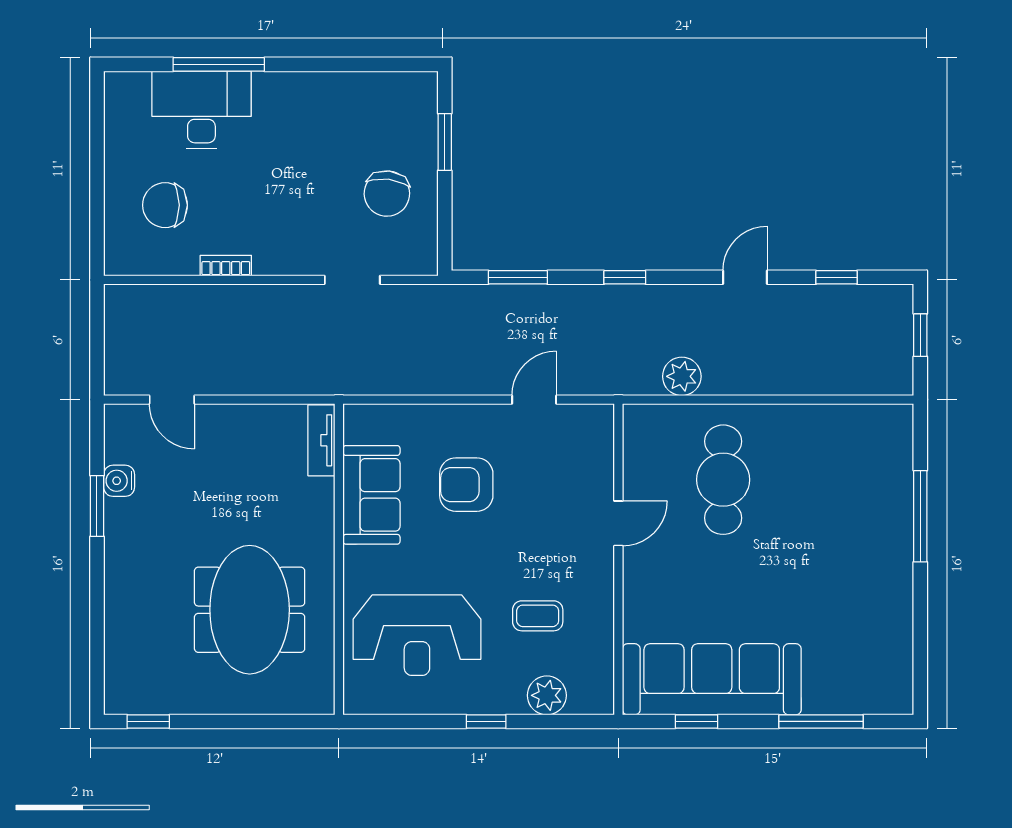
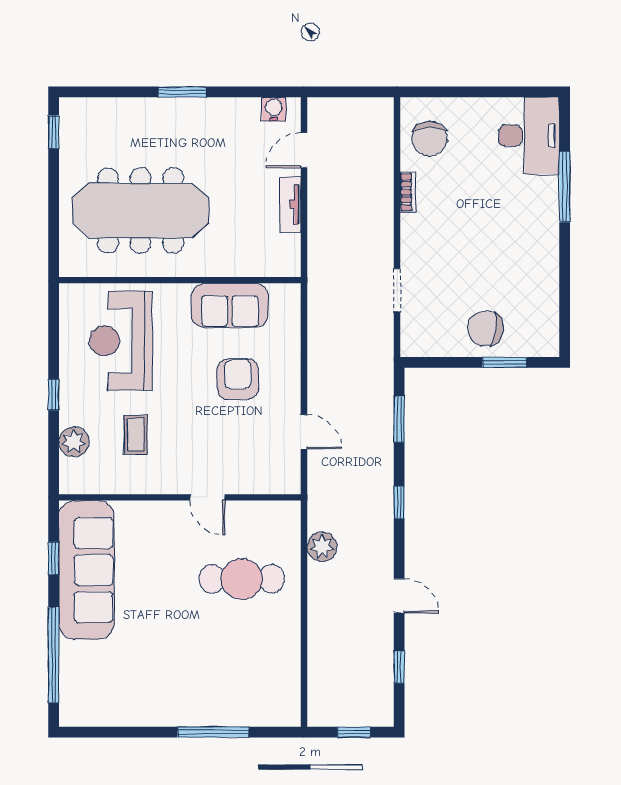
desk: (201, 110) -> (529, 136), moved
chair: (387, 194) -> (485, 329), moved
chair: (165, 205) -> (429, 139), moved, turned 180
tv unit: (321, 440) -> (290, 205), moved, turned -90
water cooler: (119, 481) -> (274, 109), moved
window: (97, 506) -> (182, 92), moved
meeting table: (250, 610) -> (141, 211), width x1.36
window: (821, 721) -> (54, 655), width x1.46

